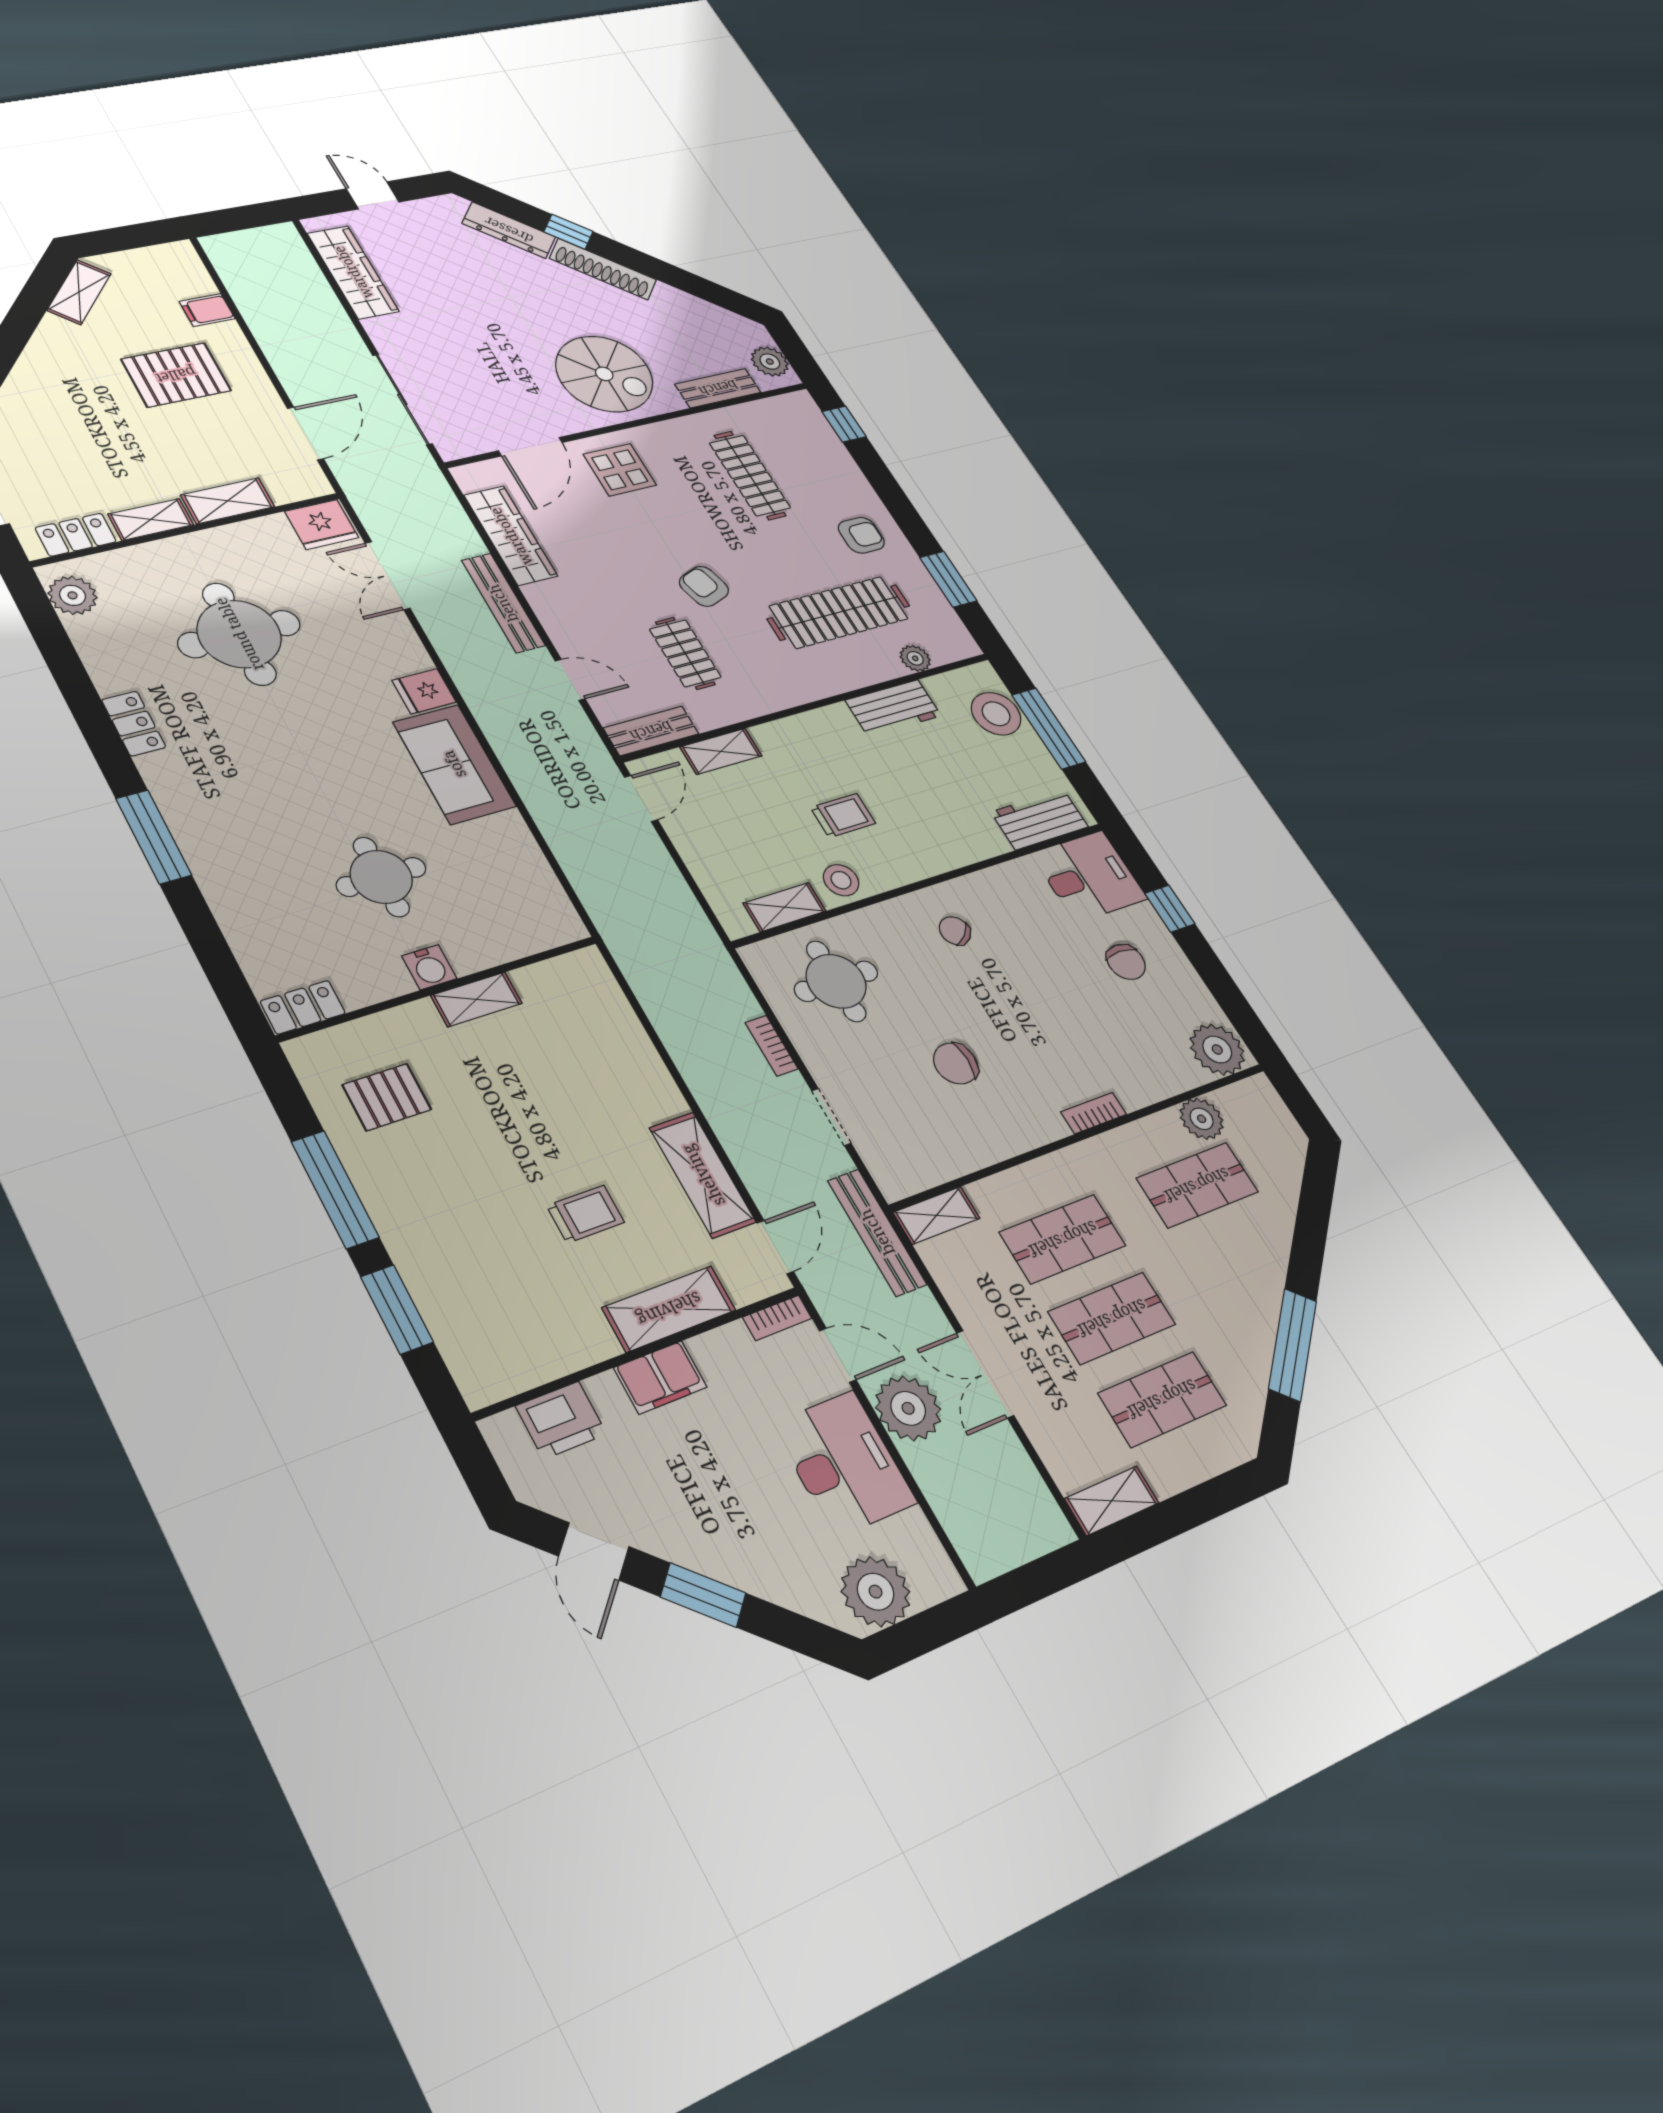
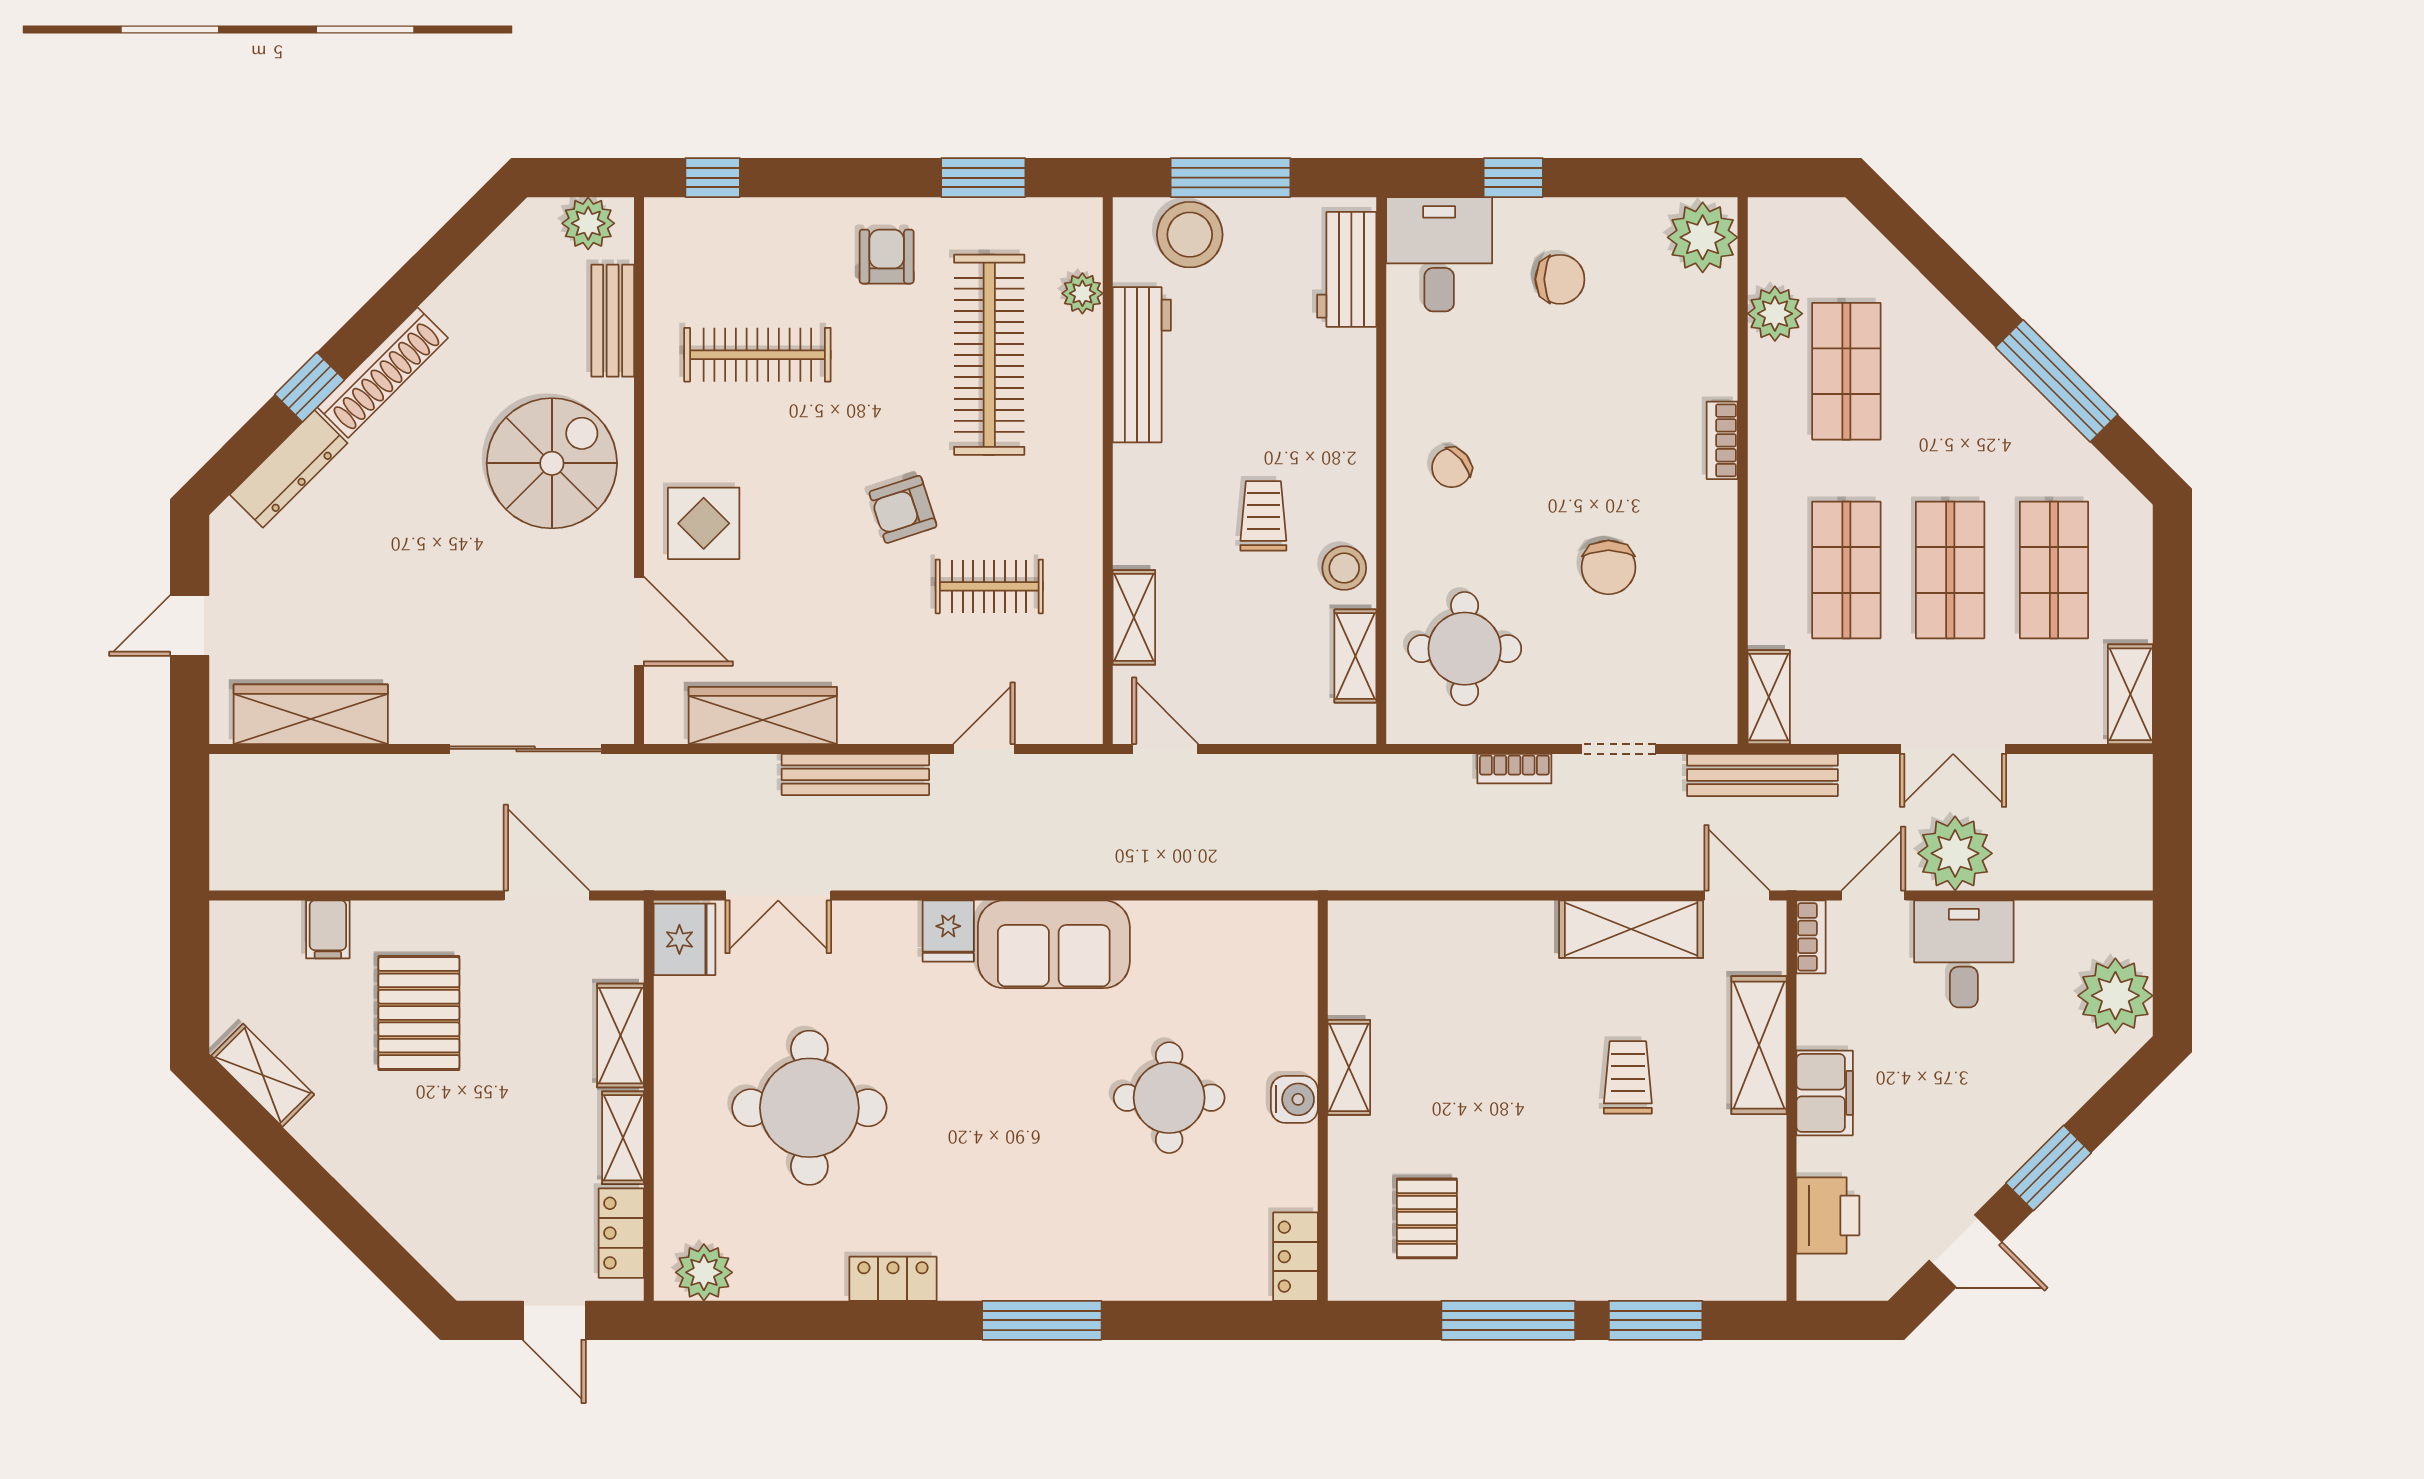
workbench: (893, 708) -> (1142, 365), width x1.38
bench: (651, 731) -> (1081, 688), removed
desk: (844, 1464) -> (1964, 954), width x0.73

